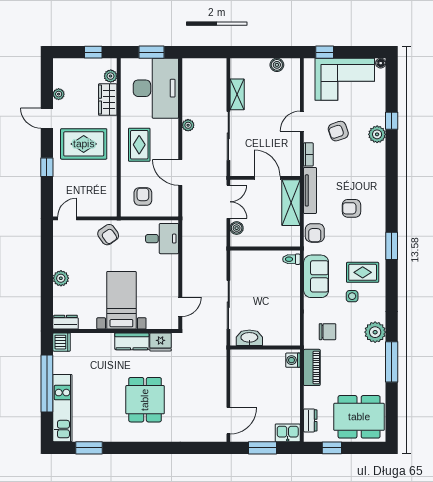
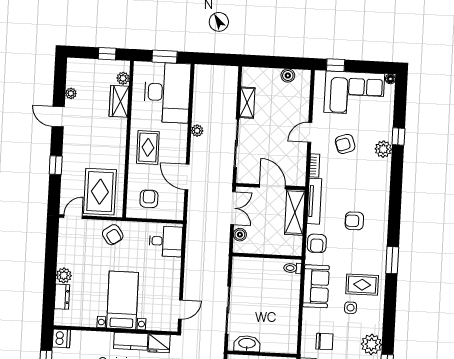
rug: (84, 144) -> (100, 192), moved, turned 90
dresser: (66, 322) -> (62, 297), moved, turned 90

